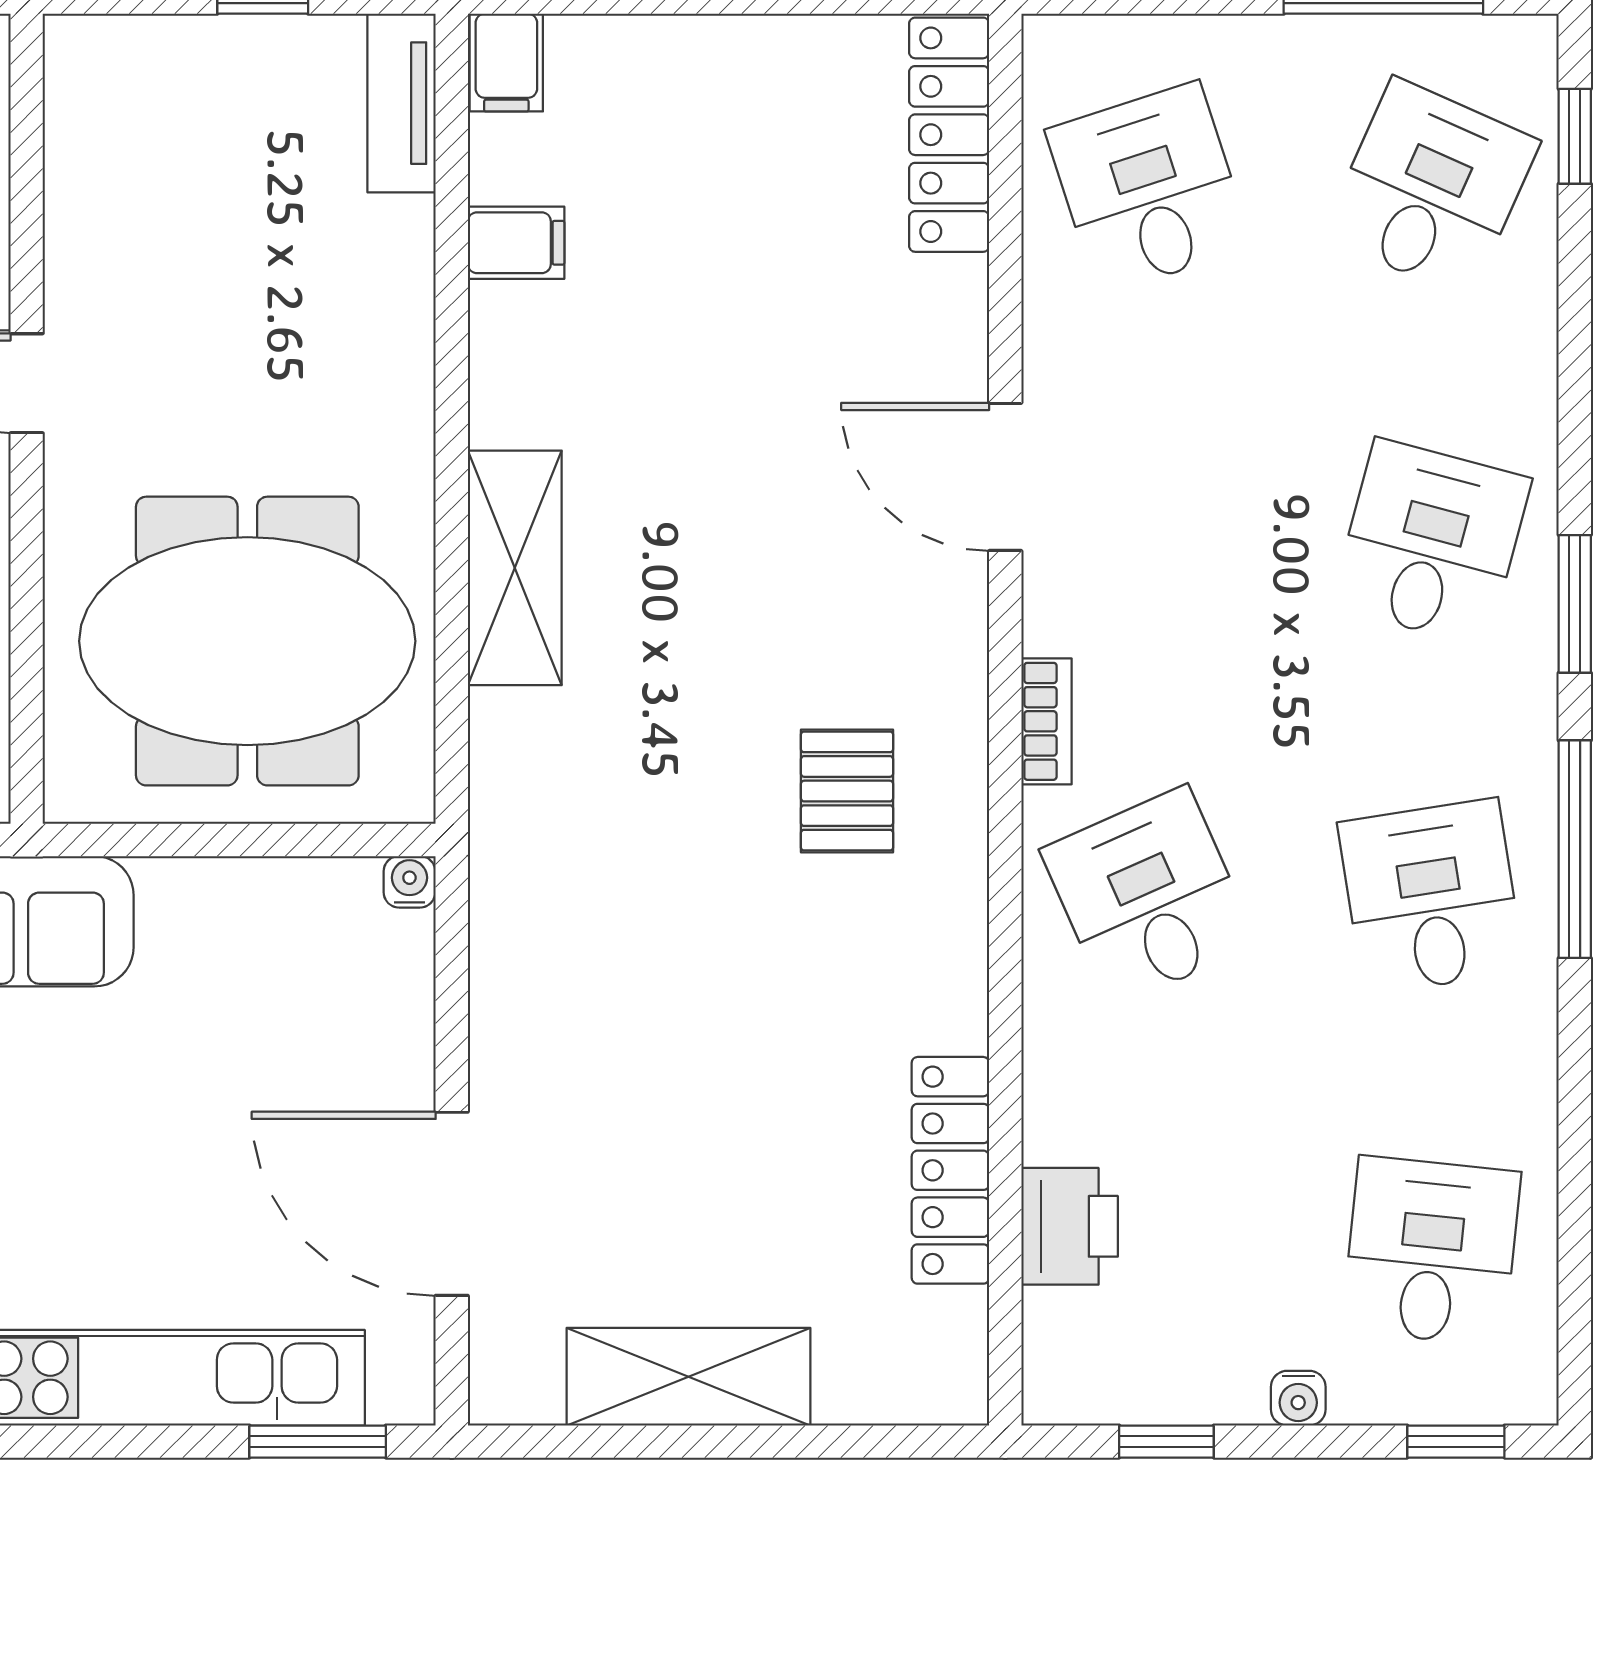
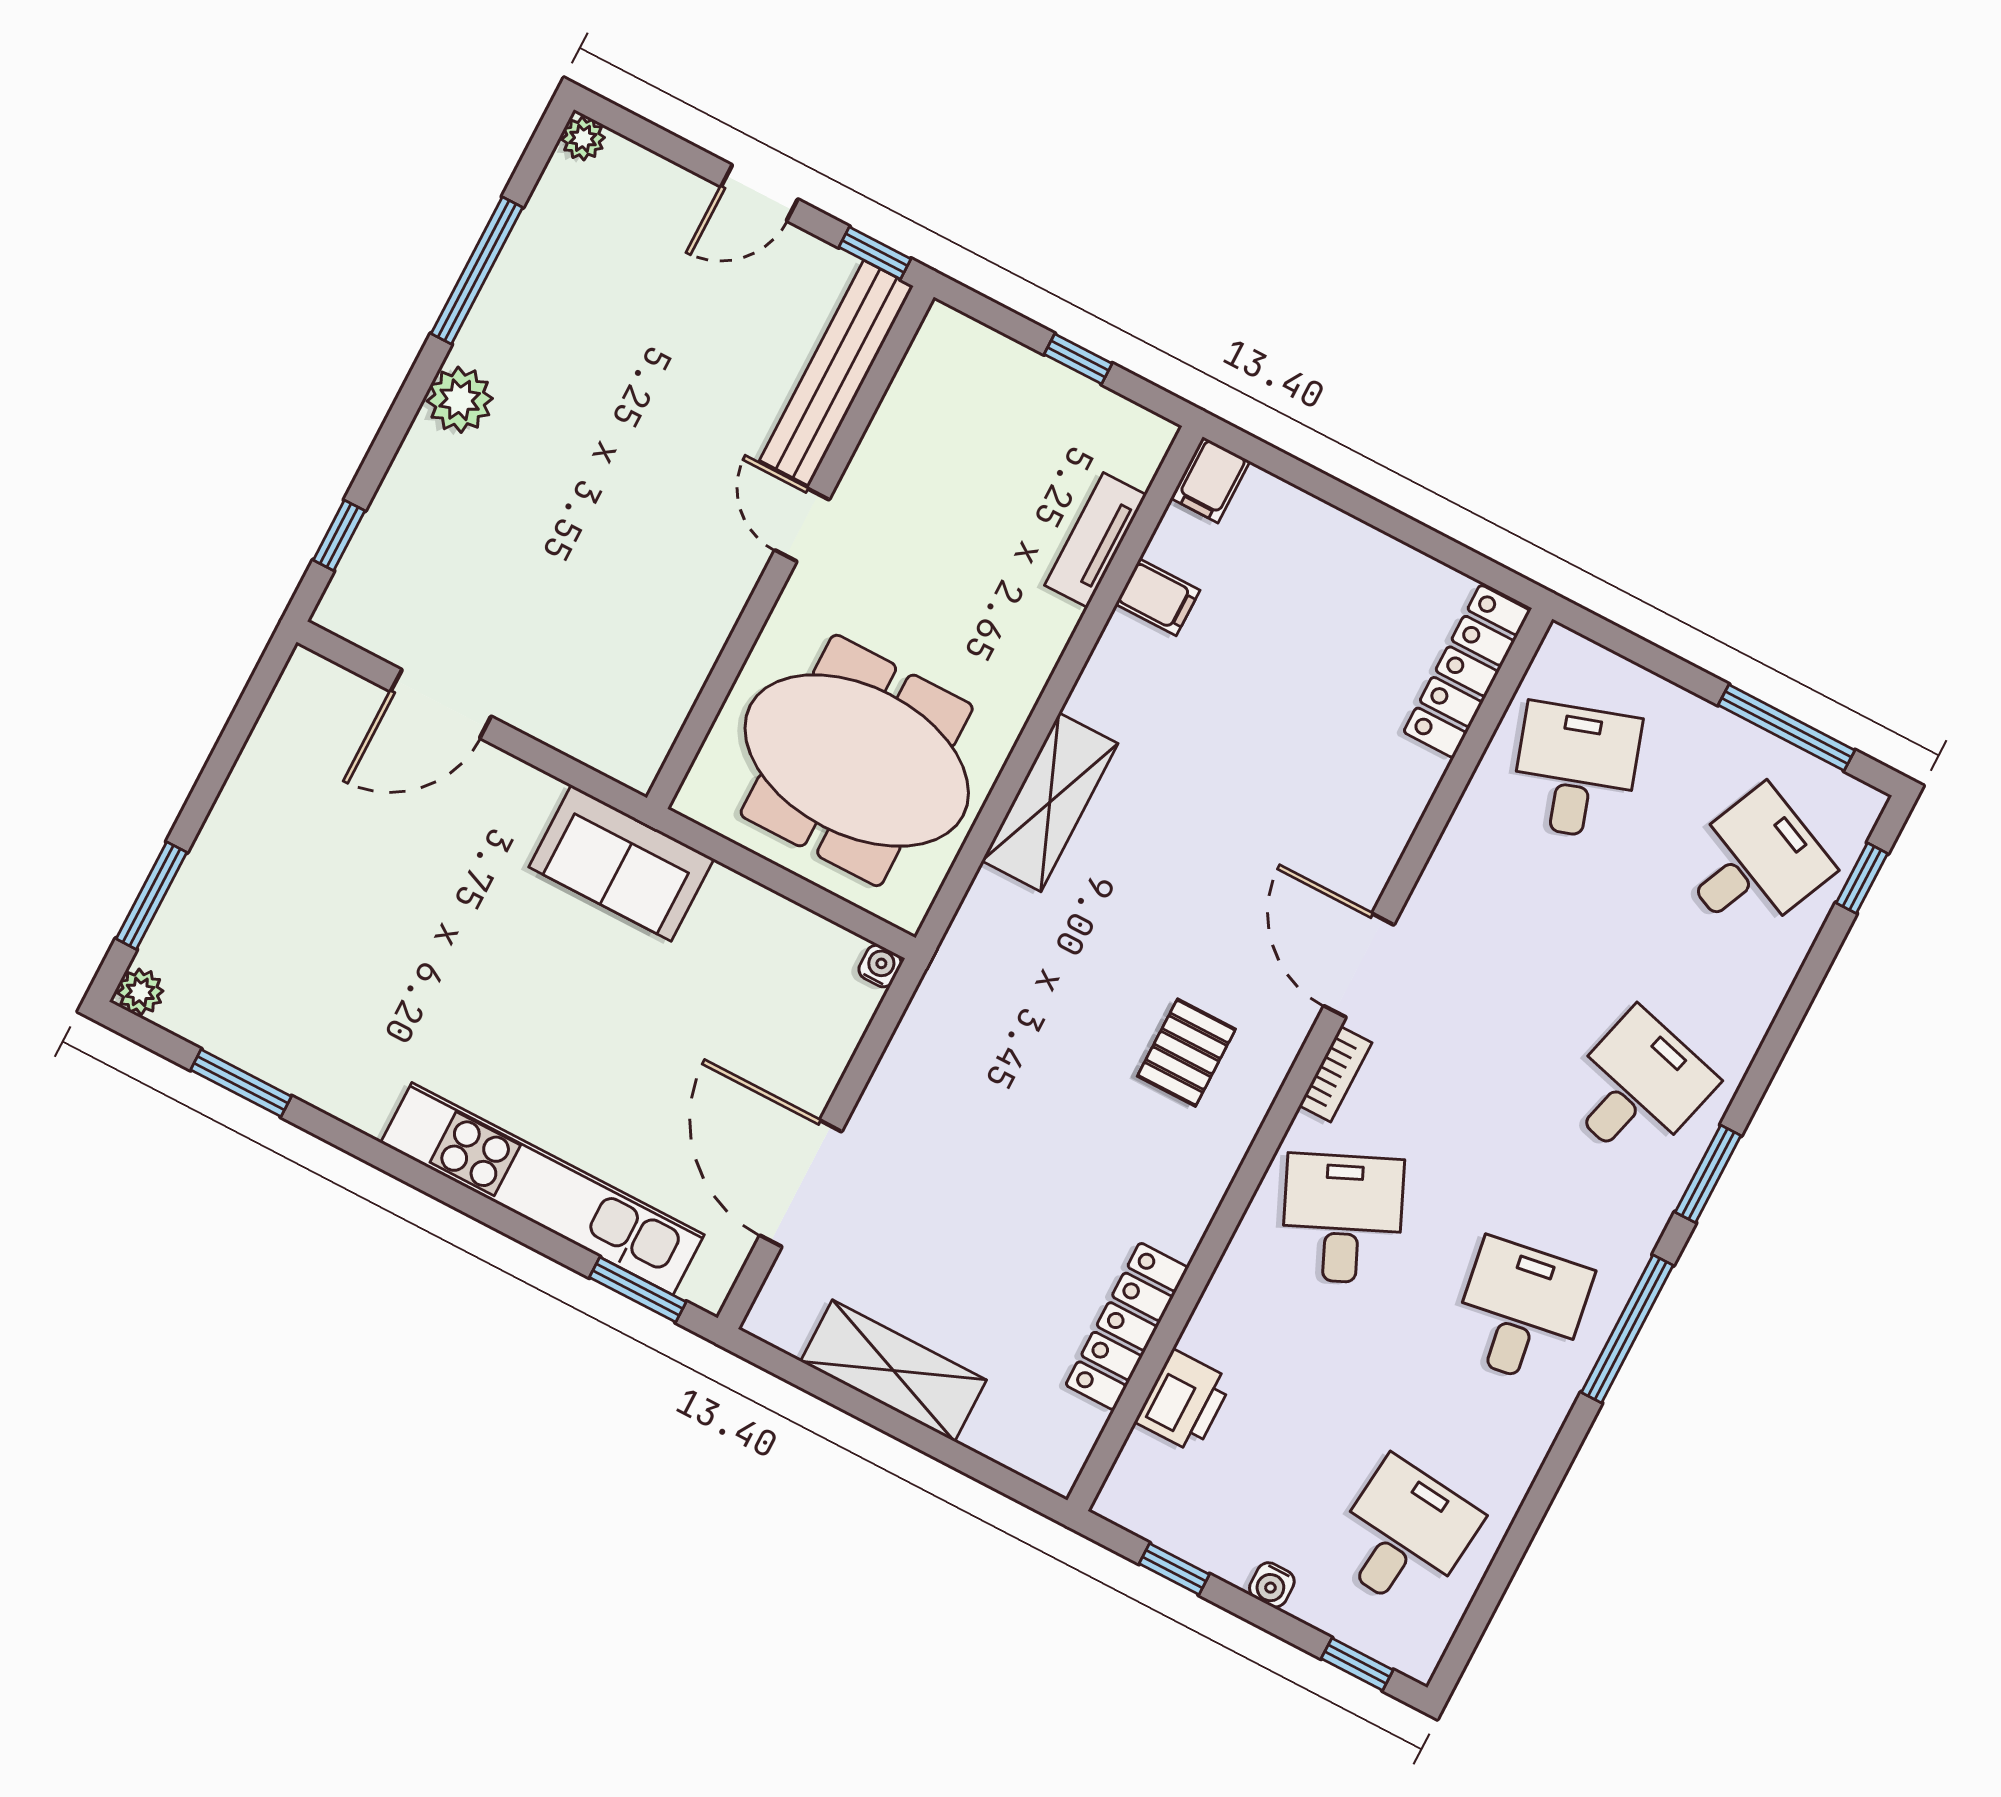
tv unit: (402, 103) -> (1095, 540), moved
door: (1005, 477) -> (1359, 965), moved

